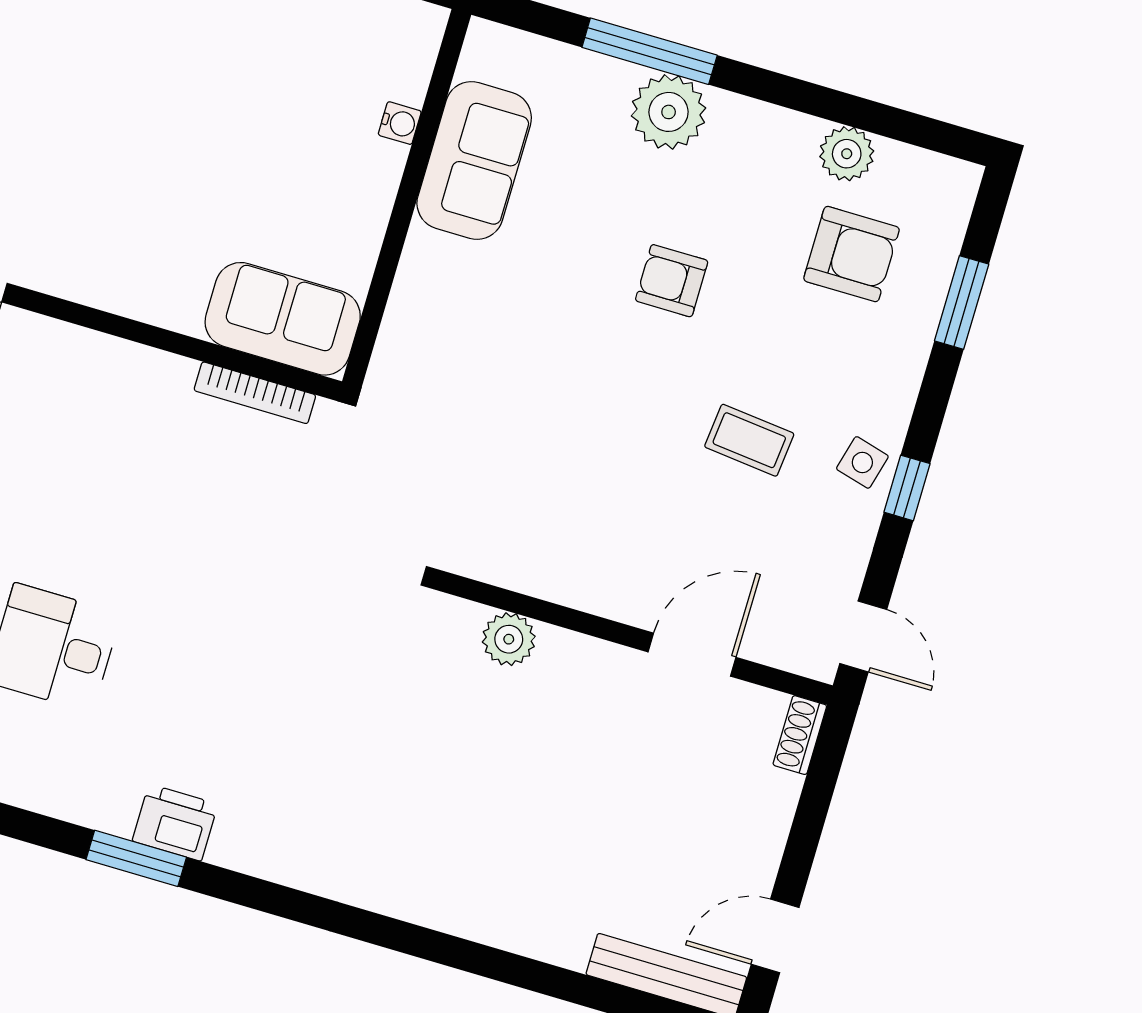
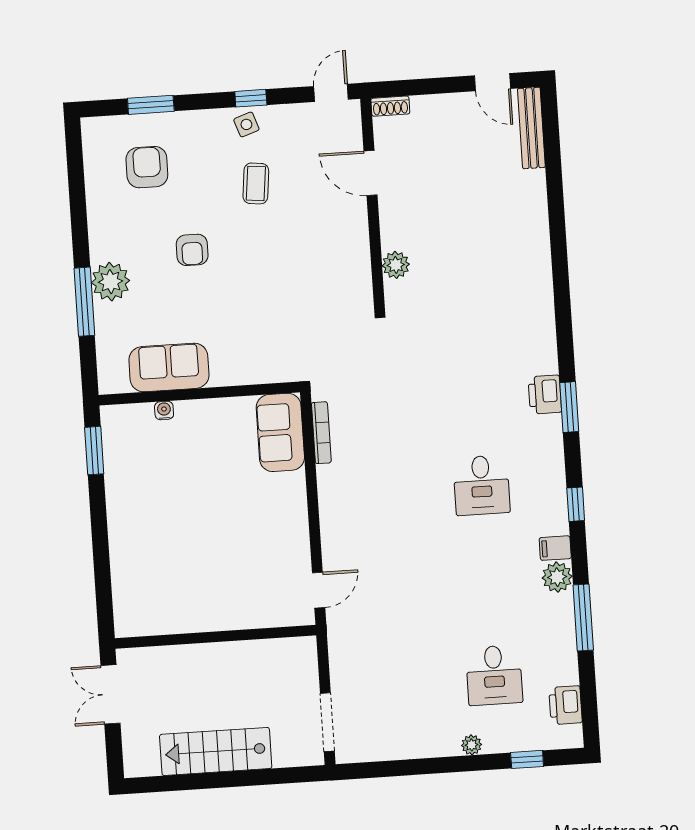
plant: (847, 154) -> (99, 187), removed
side table: (862, 462) -> (246, 124), turned -34

